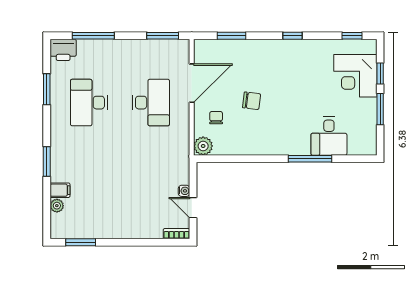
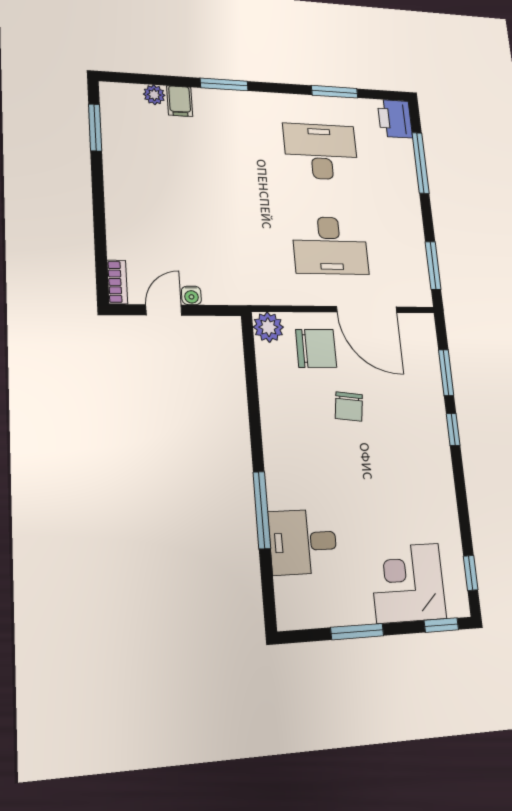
window: (292, 36) -> (453, 429), moved
window: (380, 73) -> (441, 625), moved
chair: (216, 118) -> (316, 348), width x1.87, depth x1.87

